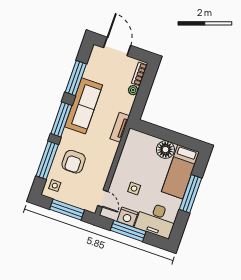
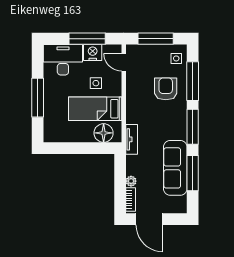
door: (117, 47) -> (149, 219), moved
sofa: (84, 106) -> (175, 168), moved
floor lamp: (165, 150) -> (104, 133), moved
bed: (180, 172) -> (95, 109), moved, turned -90

